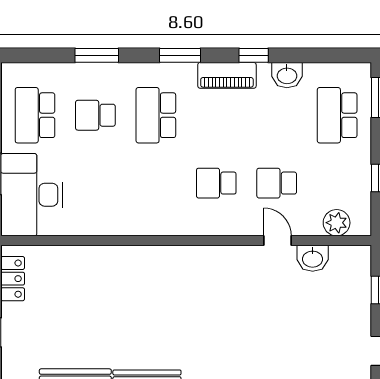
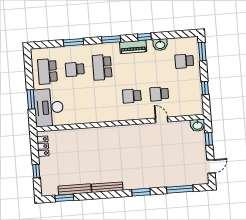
school desk: (337, 115) -> (184, 61), width x0.54
plant: (337, 223) -> (188, 110), removed
washbasin: (313, 258) -> (198, 125), moved

